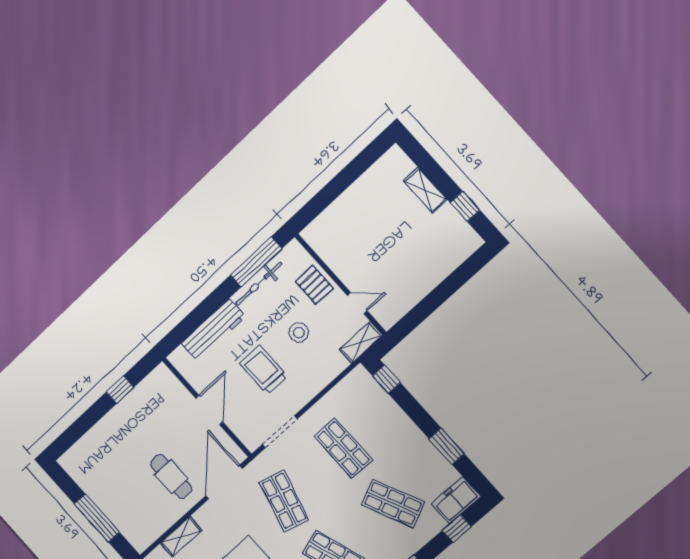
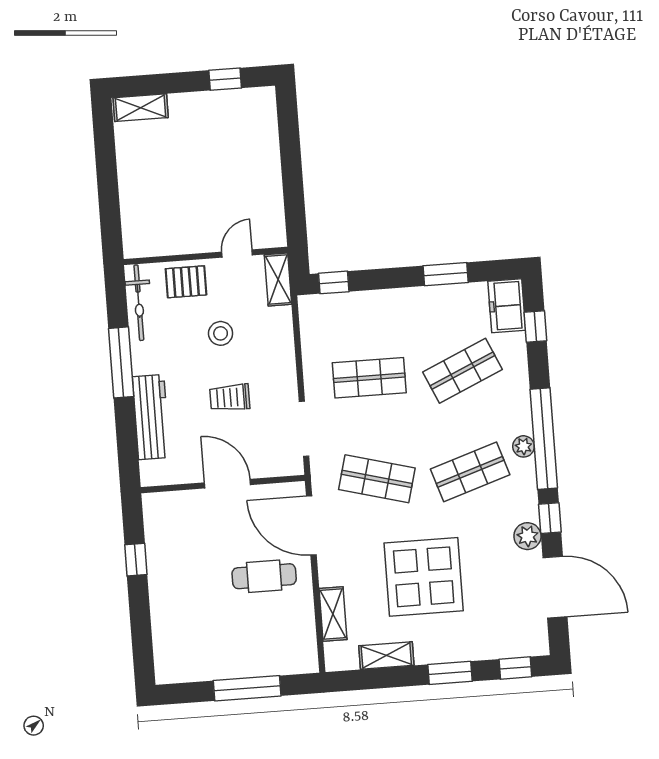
shelving: (425, 190) -> (141, 108), moved
window: (256, 262) -> (121, 362), moved
bicycle: (259, 284) -> (139, 303), moved
trolley: (263, 370) -> (230, 397), width x0.73, depth x0.72

